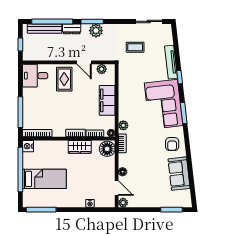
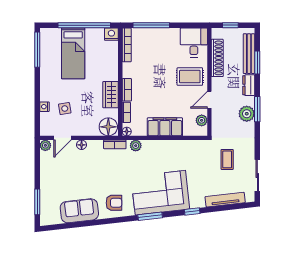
window: (52, 21) -> (257, 62), width x0.47
shoe rack: (48, 56) -> (217, 58), added
tv unit: (171, 62) -> (225, 200), moved
armchair: (172, 144) -> (114, 203), turned 180
side table: (92, 186) -> (65, 109), added

